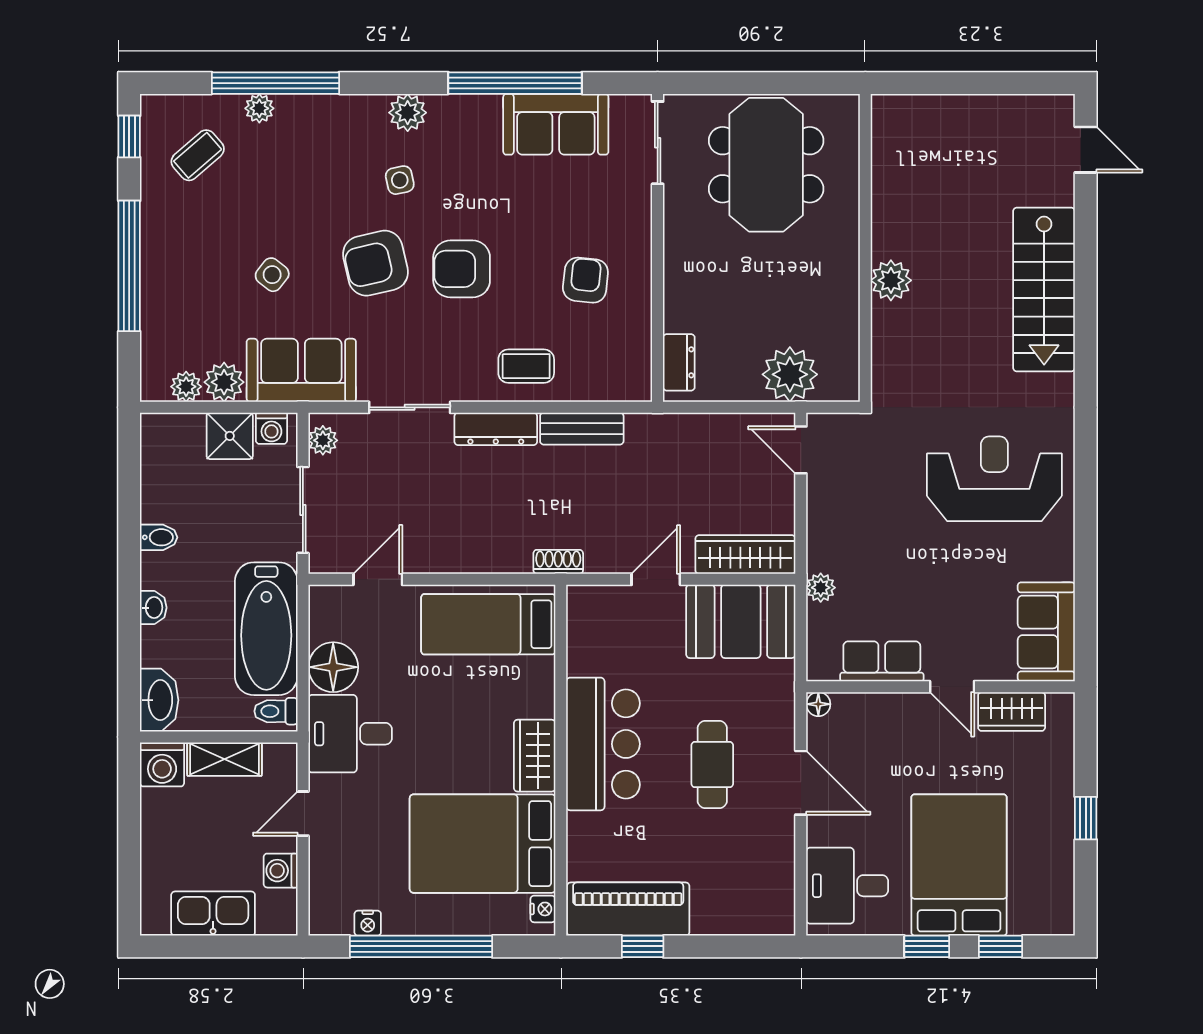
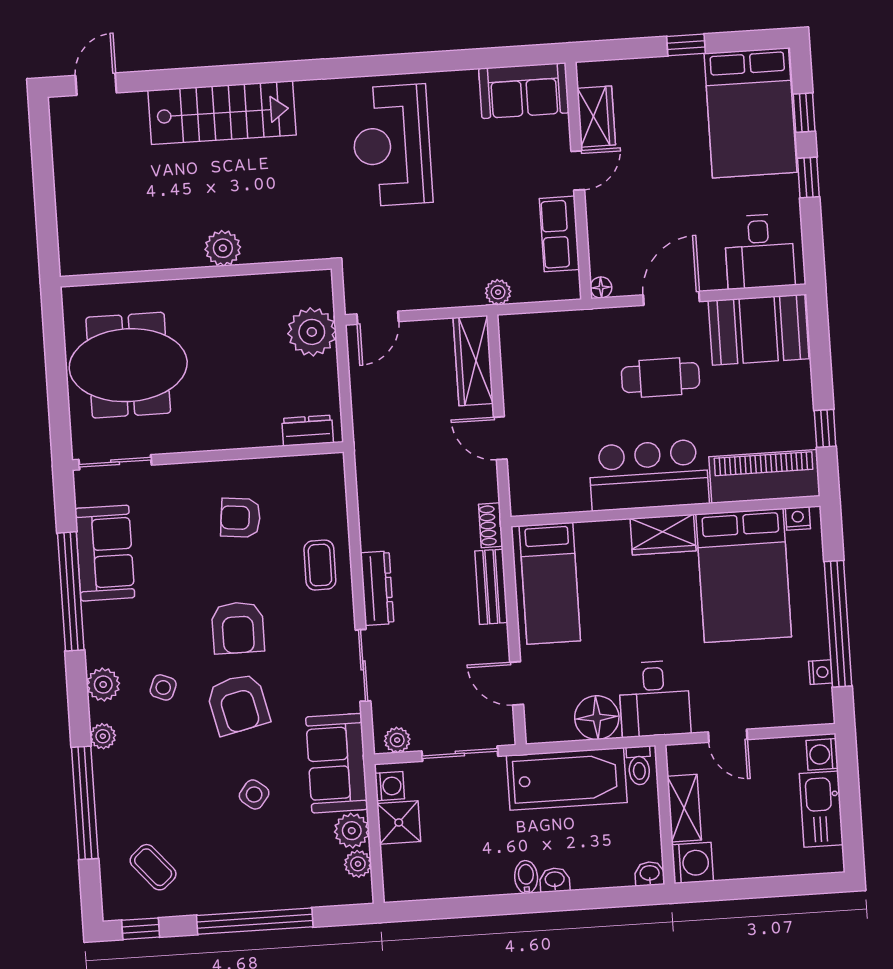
plant: (259, 108) -> (103, 736), moved
side table: (400, 180) -> (163, 687), turned 34
bench: (582, 429) -> (491, 587), moved
bidet: (159, 537) -> (526, 877), moved
booth: (741, 621) -> (759, 330), moved, turned 90
washbasin: (159, 700) -> (650, 874), width x0.52, depth x0.69
bed: (959, 865) -> (751, 113), moved, turned -90
washing machine: (281, 871) -> (822, 754), moved, turned 90
piano: (628, 909) -> (764, 476), moved, turned 90

